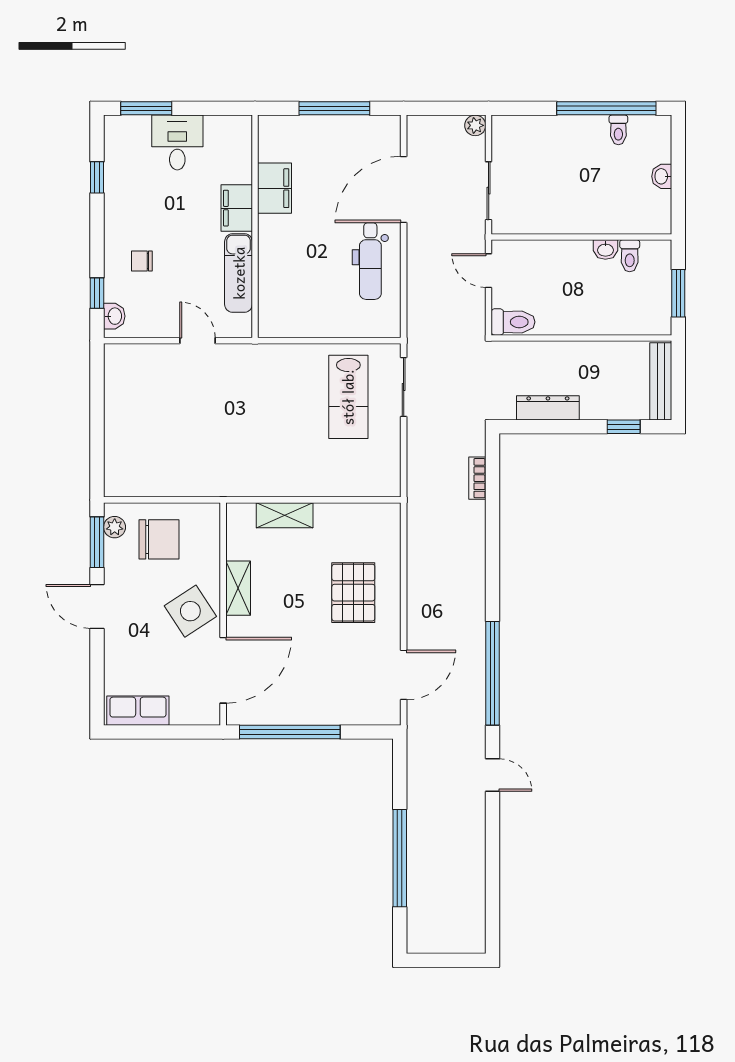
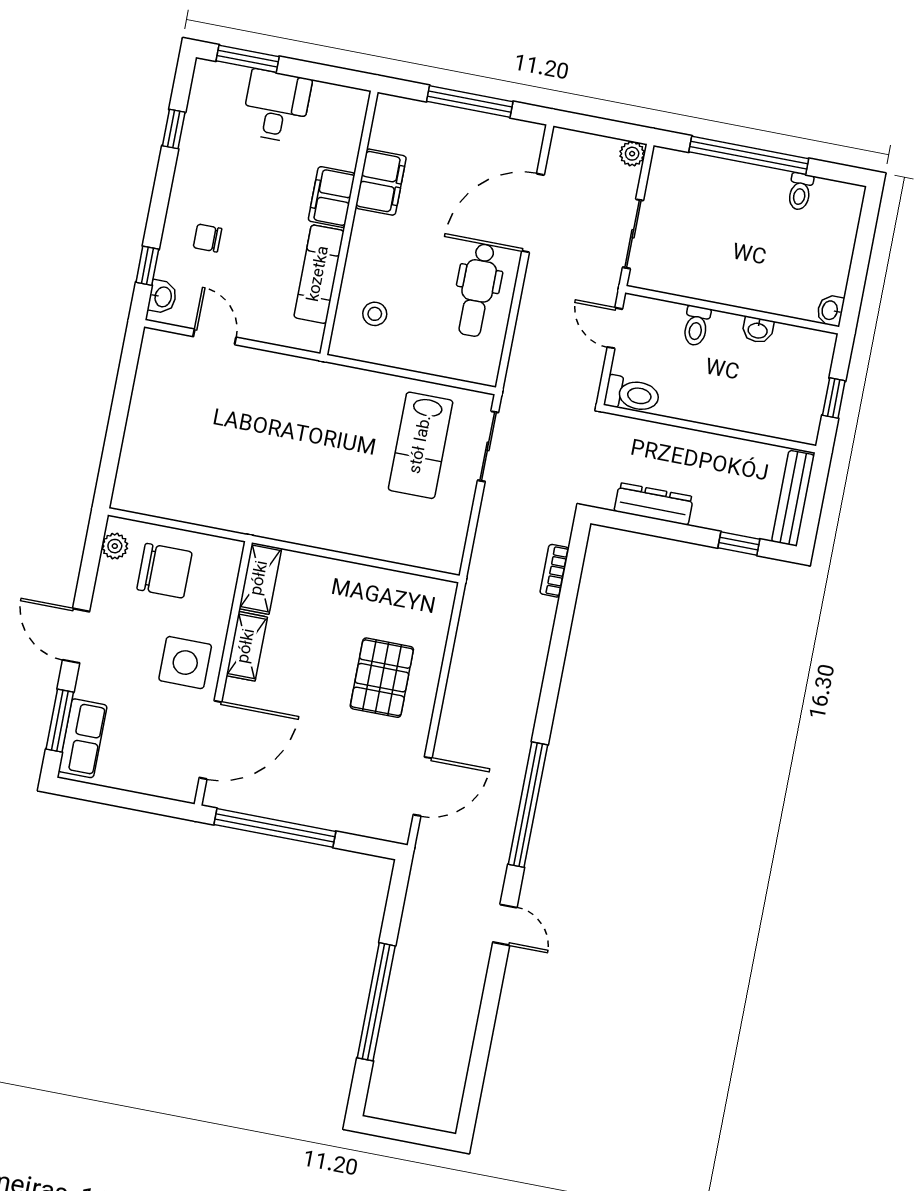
window: (606, 108) -> (749, 155), moved
washbasin: (662, 176) -> (830, 310), moved
toilet: (630, 256) -> (696, 326), moved
window: (678, 293) -> (834, 398), width x0.67
stool: (290, 297) -> (375, 314), added
door: (197, 341) -> (215, 337), moved
shelving: (285, 515) -> (260, 578), moved, turned 90
window: (97, 542) -> (60, 721), moved
side table: (190, 611) -> (185, 663), turned 33
row of seats: (138, 711) -> (83, 738), moved, turned 90

